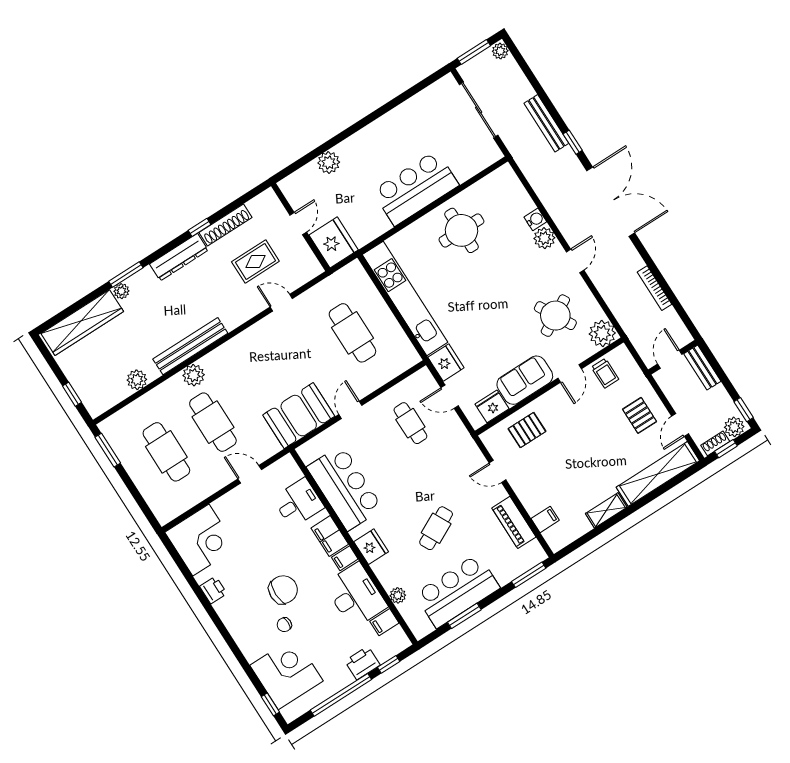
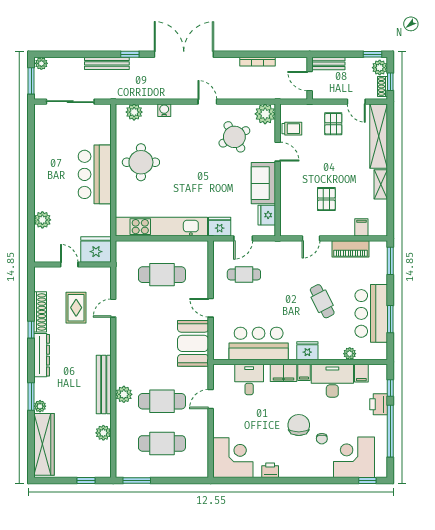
plant: (544, 238) -> (134, 112), moved
pallet: (640, 415) -> (333, 124), turned 90
pallet: (527, 430) -> (326, 199), moved

